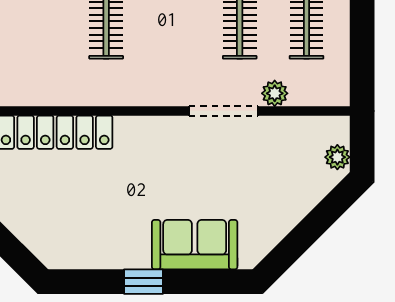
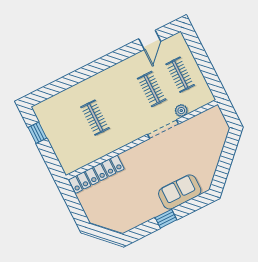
plant: (337, 157) -> (222, 124), removed

